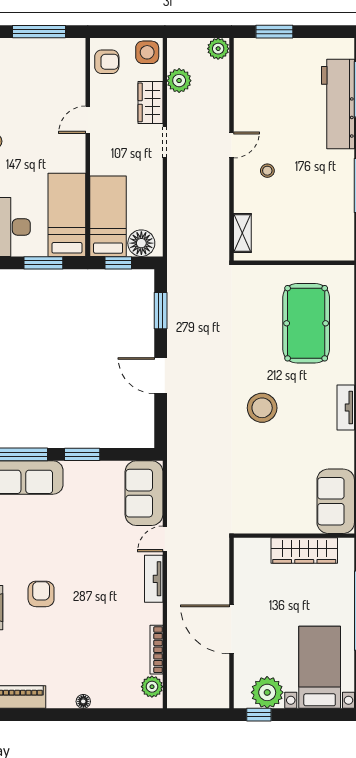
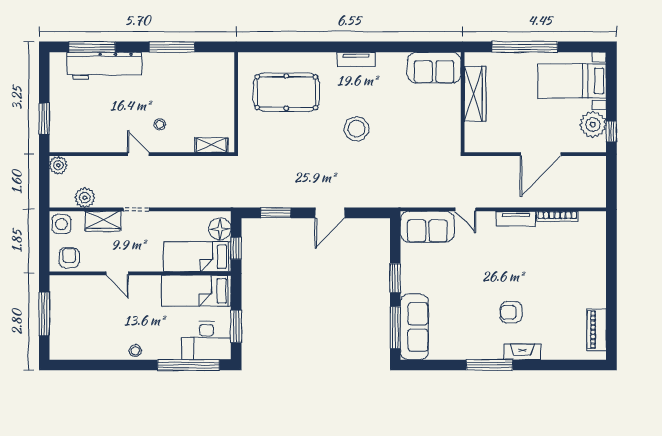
window: (43, 263) -> (236, 326), moved
tv unit: (154, 579) -> (516, 219), moved
plant: (152, 687) -> (588, 220), removed
floor lamp: (83, 701) -> (600, 277), removed

